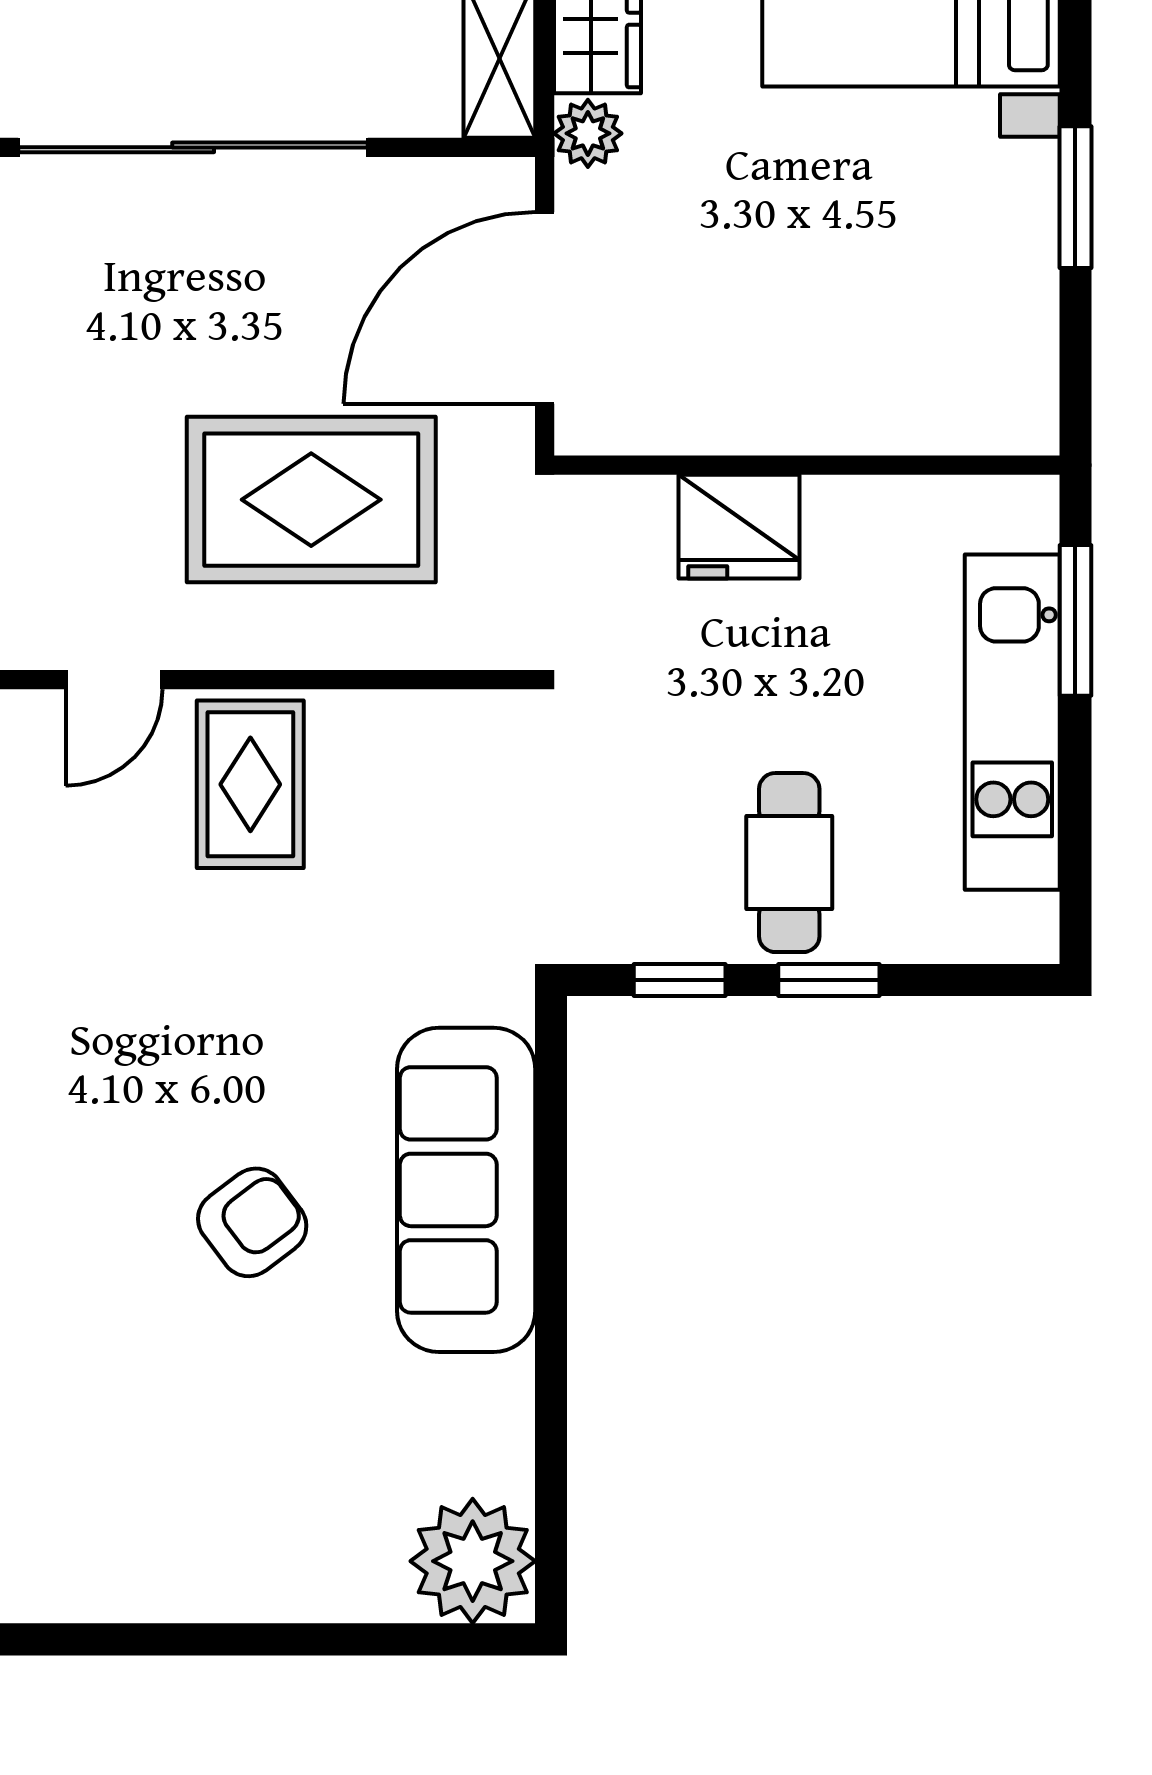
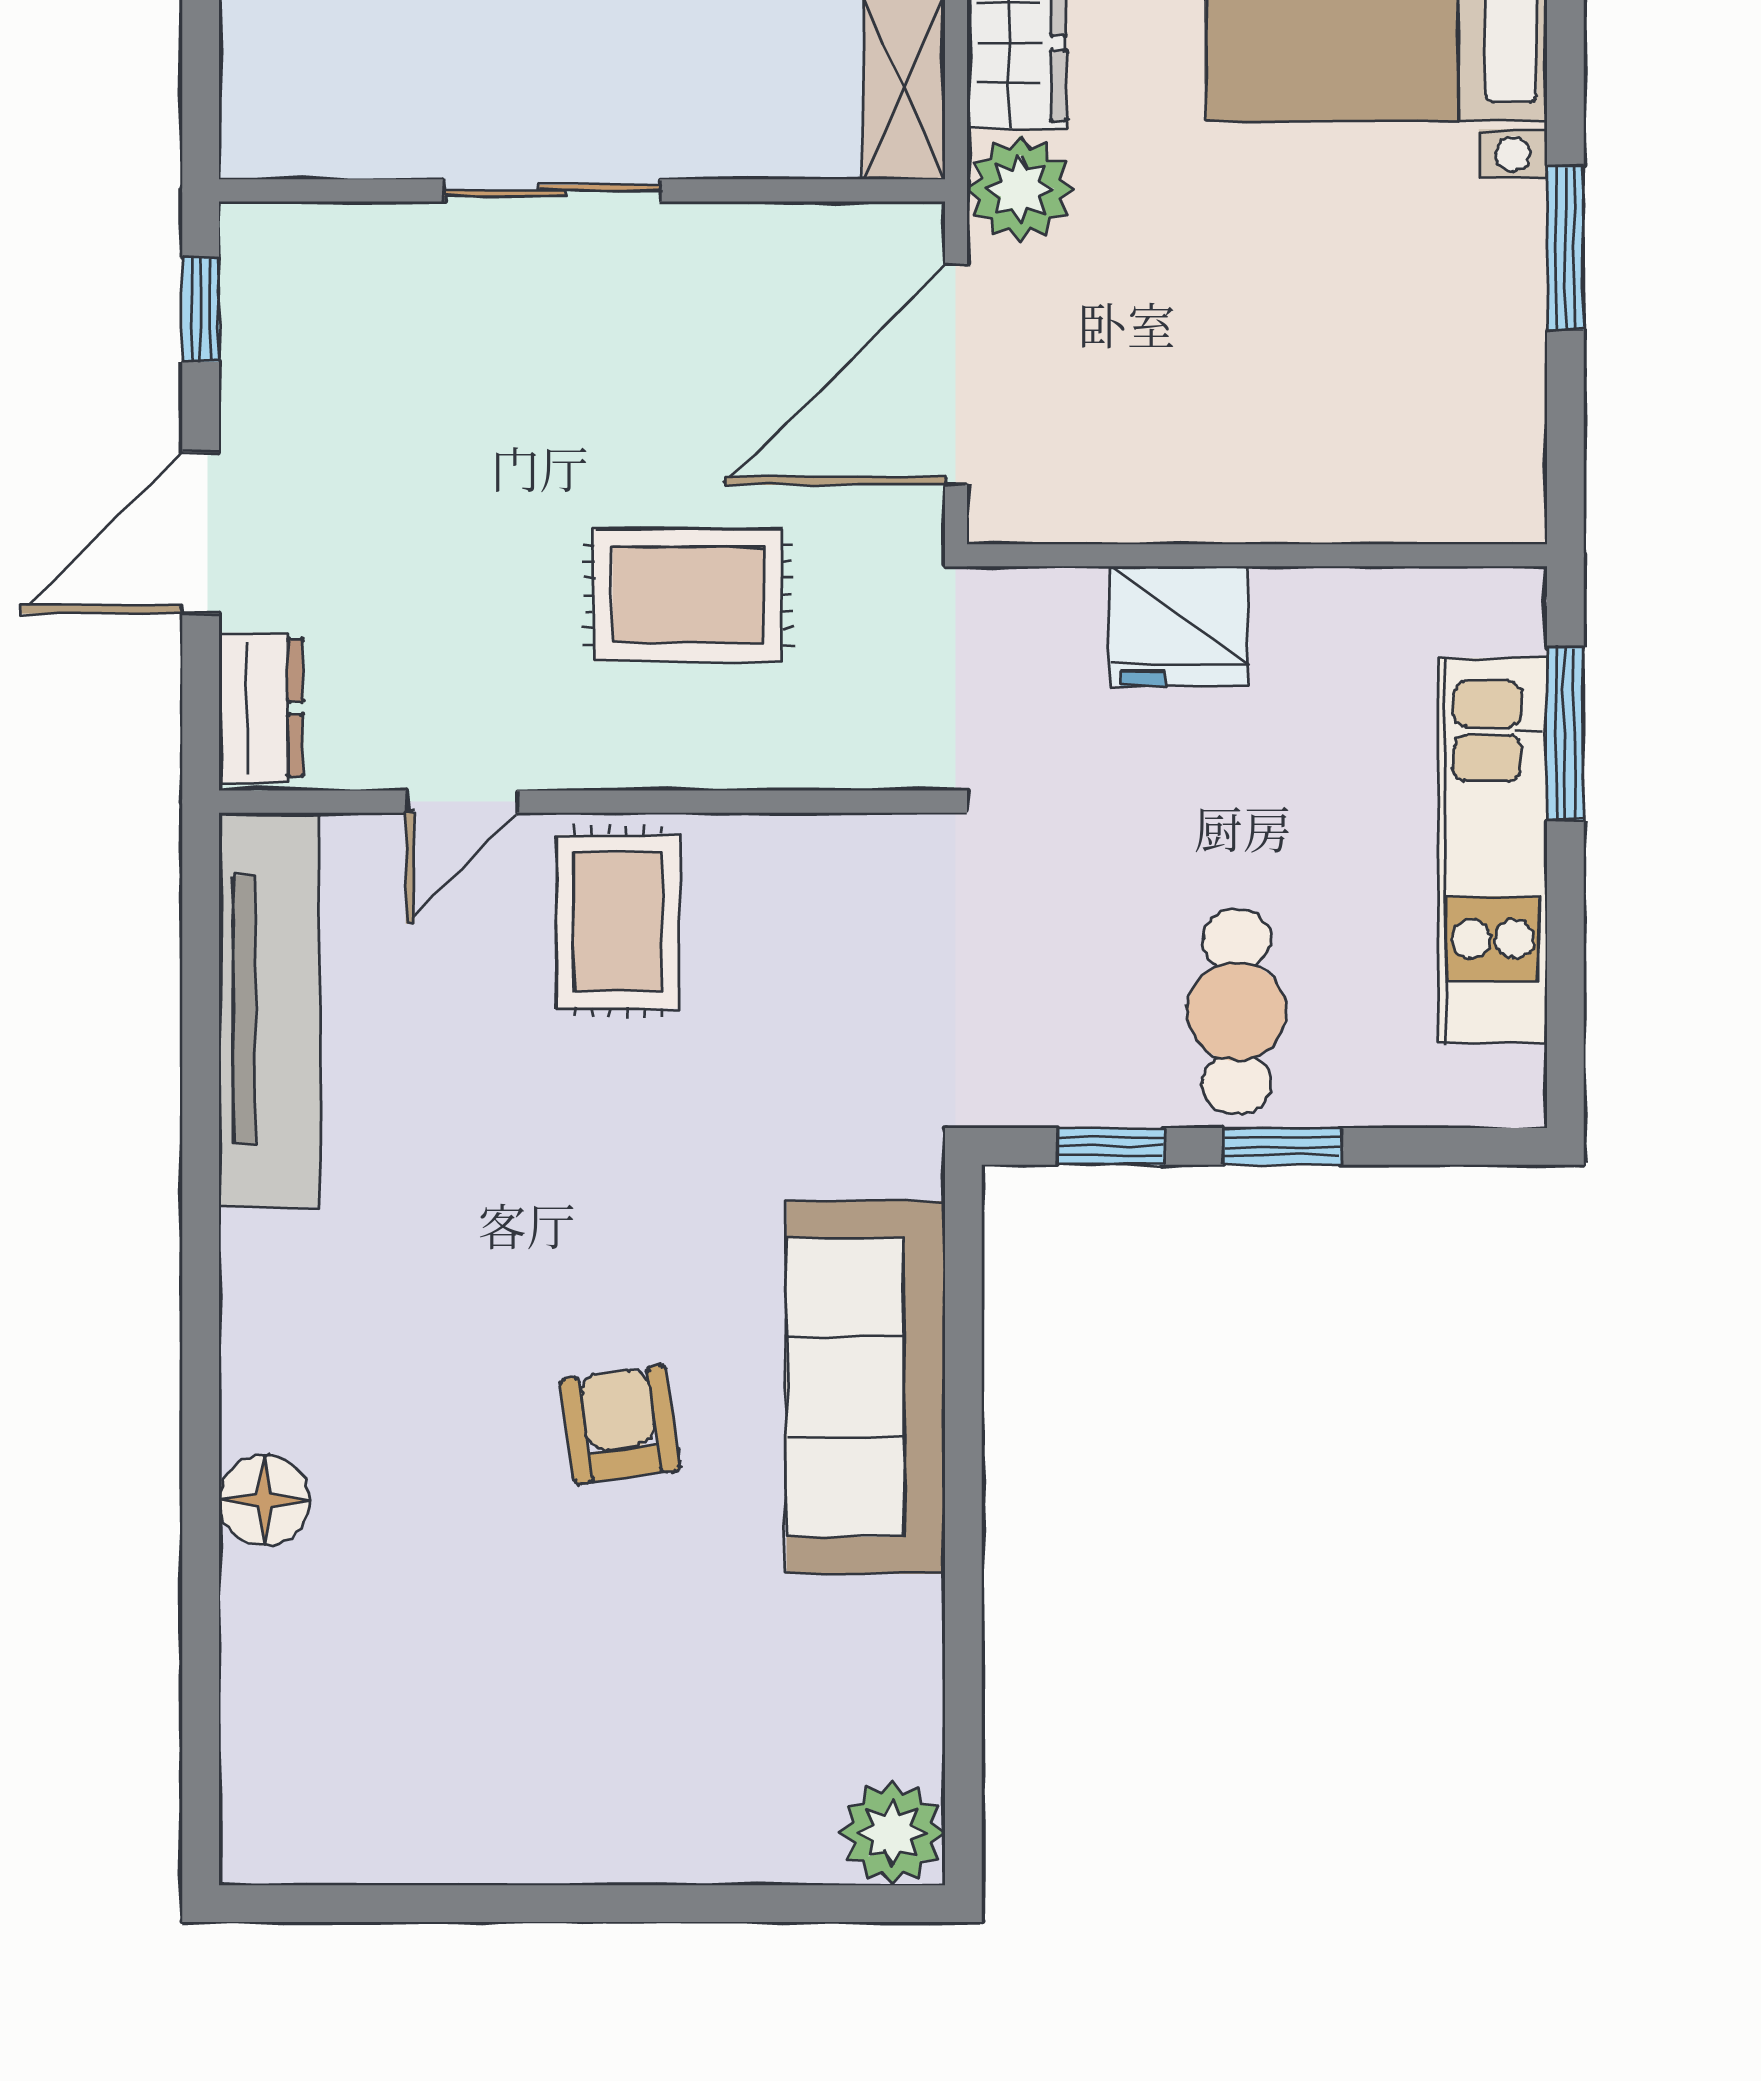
plant: (588, 133) -> (1020, 189), width x1.38, depth x1.38
sliding door: (193, 147) -> (552, 190), width x0.54
rug: (311, 500) -> (688, 595), width x0.73, depth x0.70
armchair: (252, 1222) -> (620, 1425), turned -61
plant: (473, 1561) -> (892, 1833), width x0.73, depth x0.73

